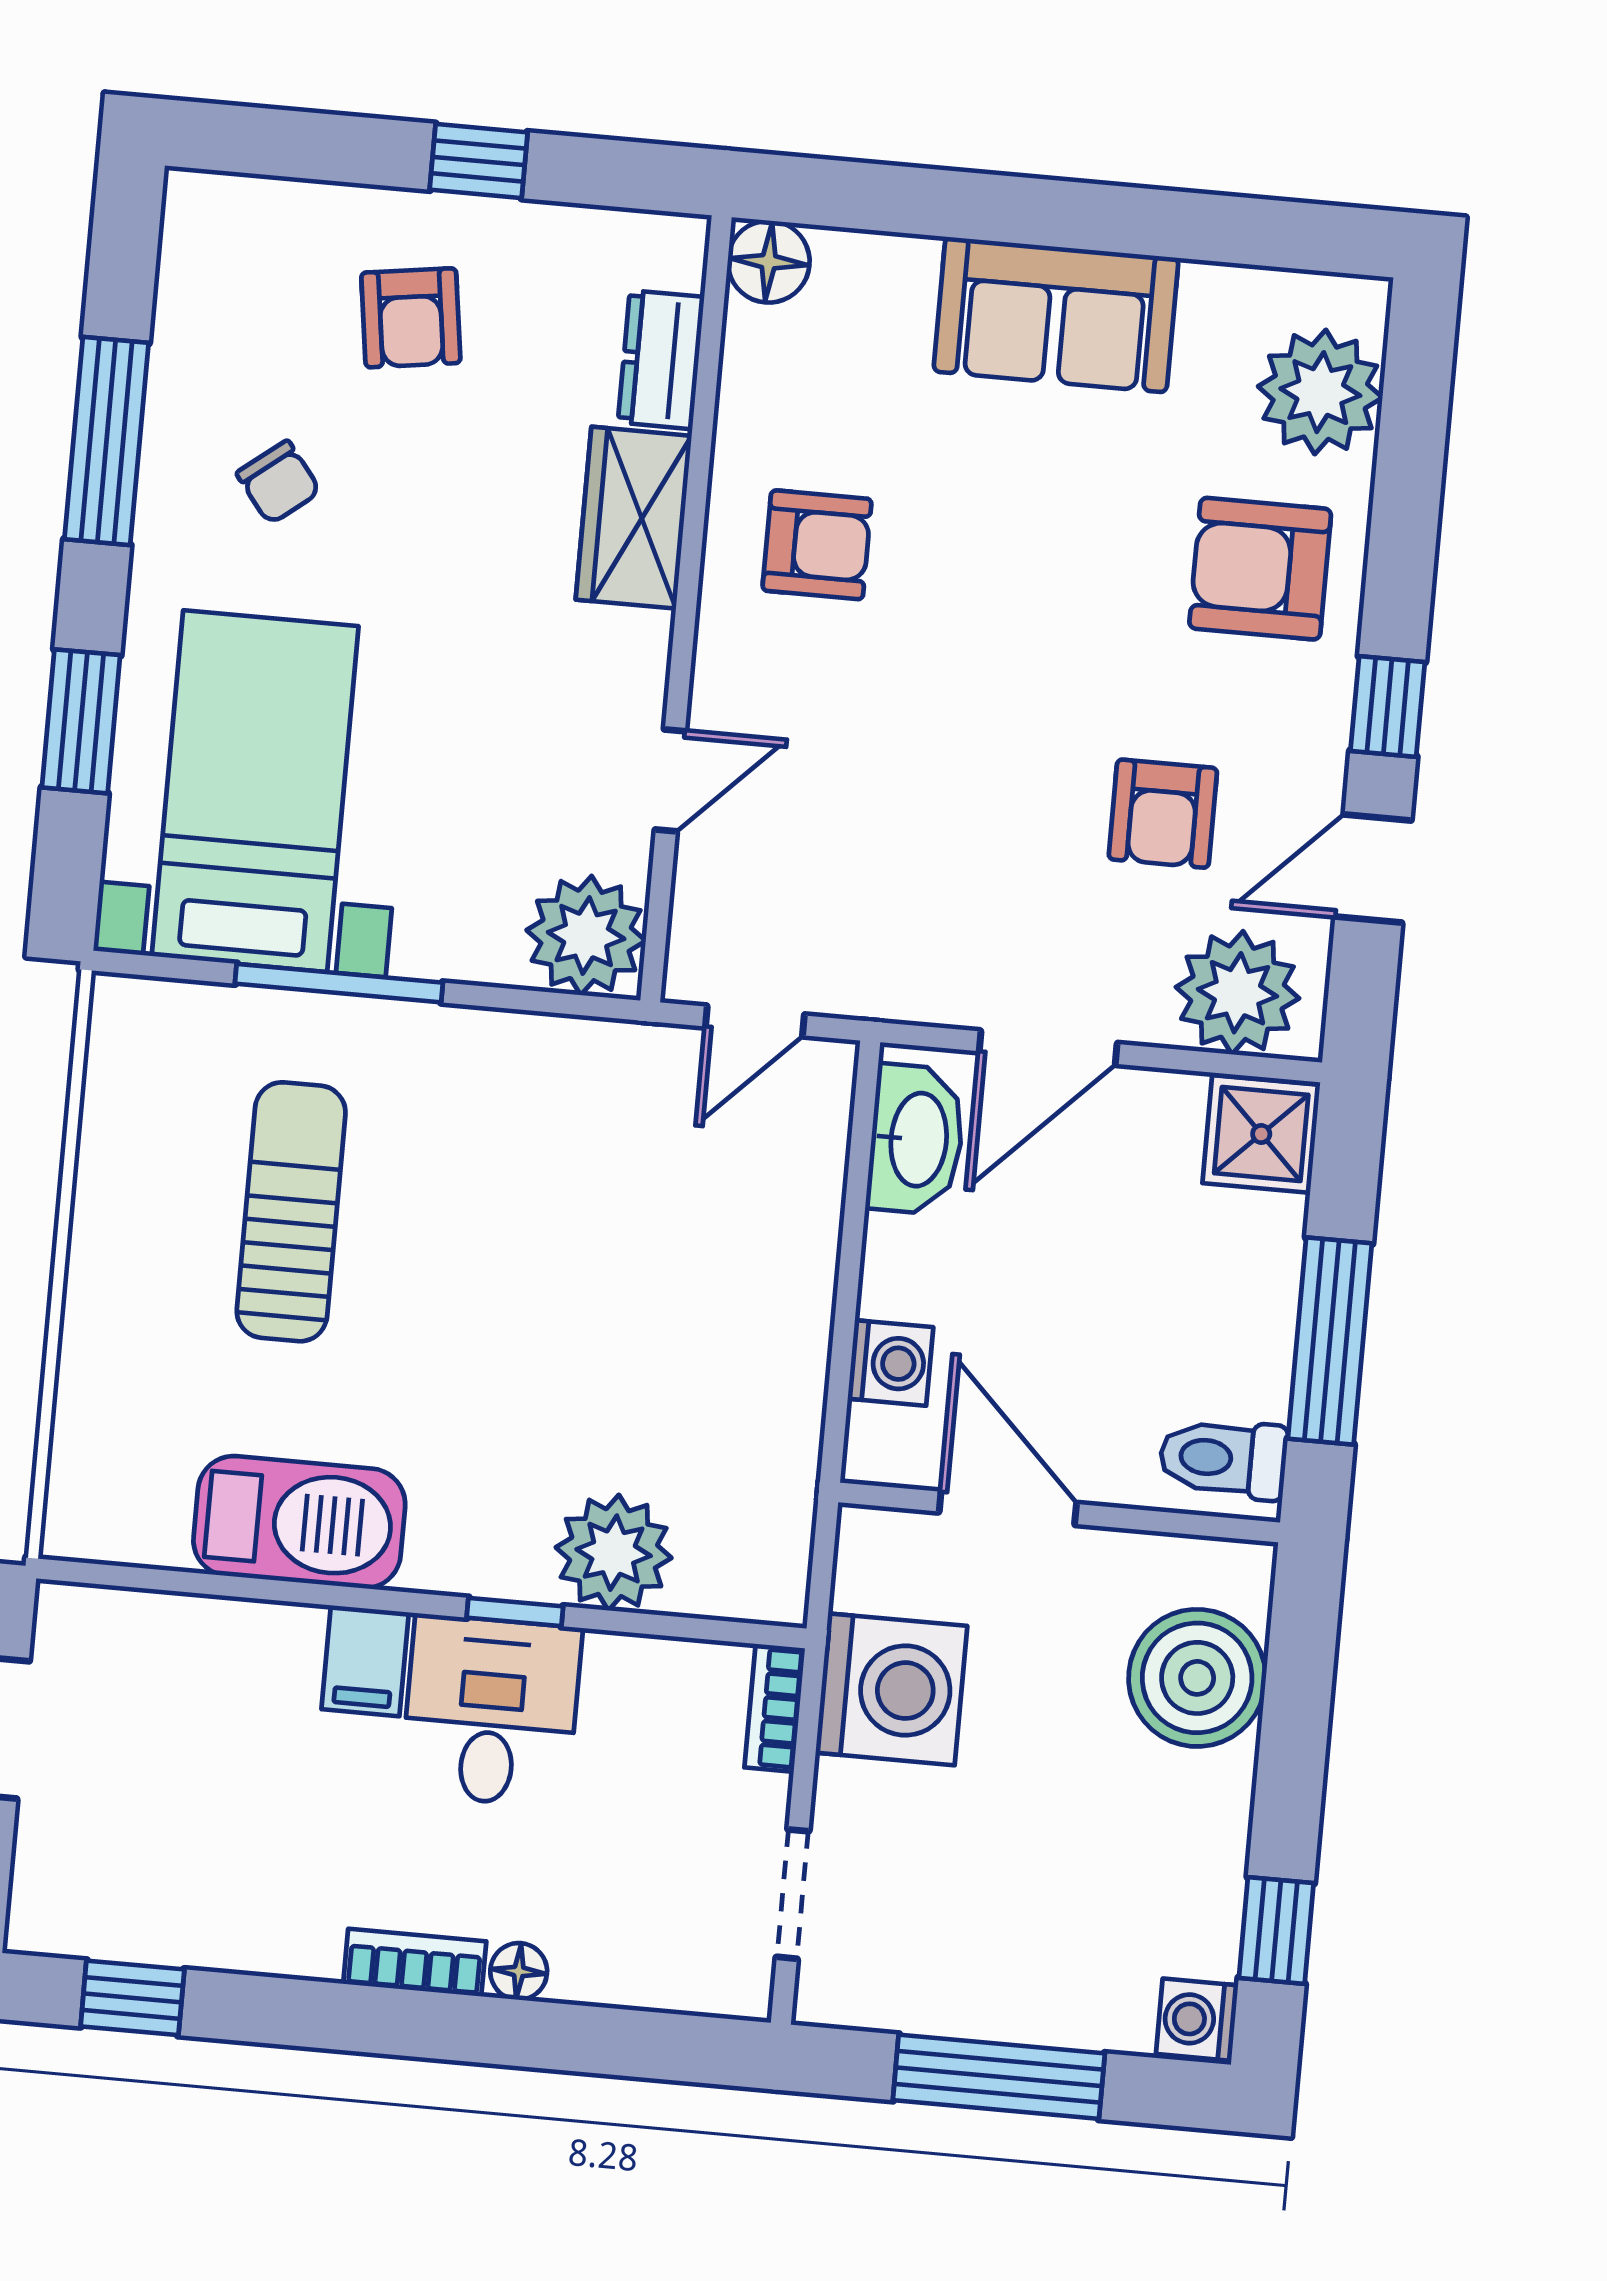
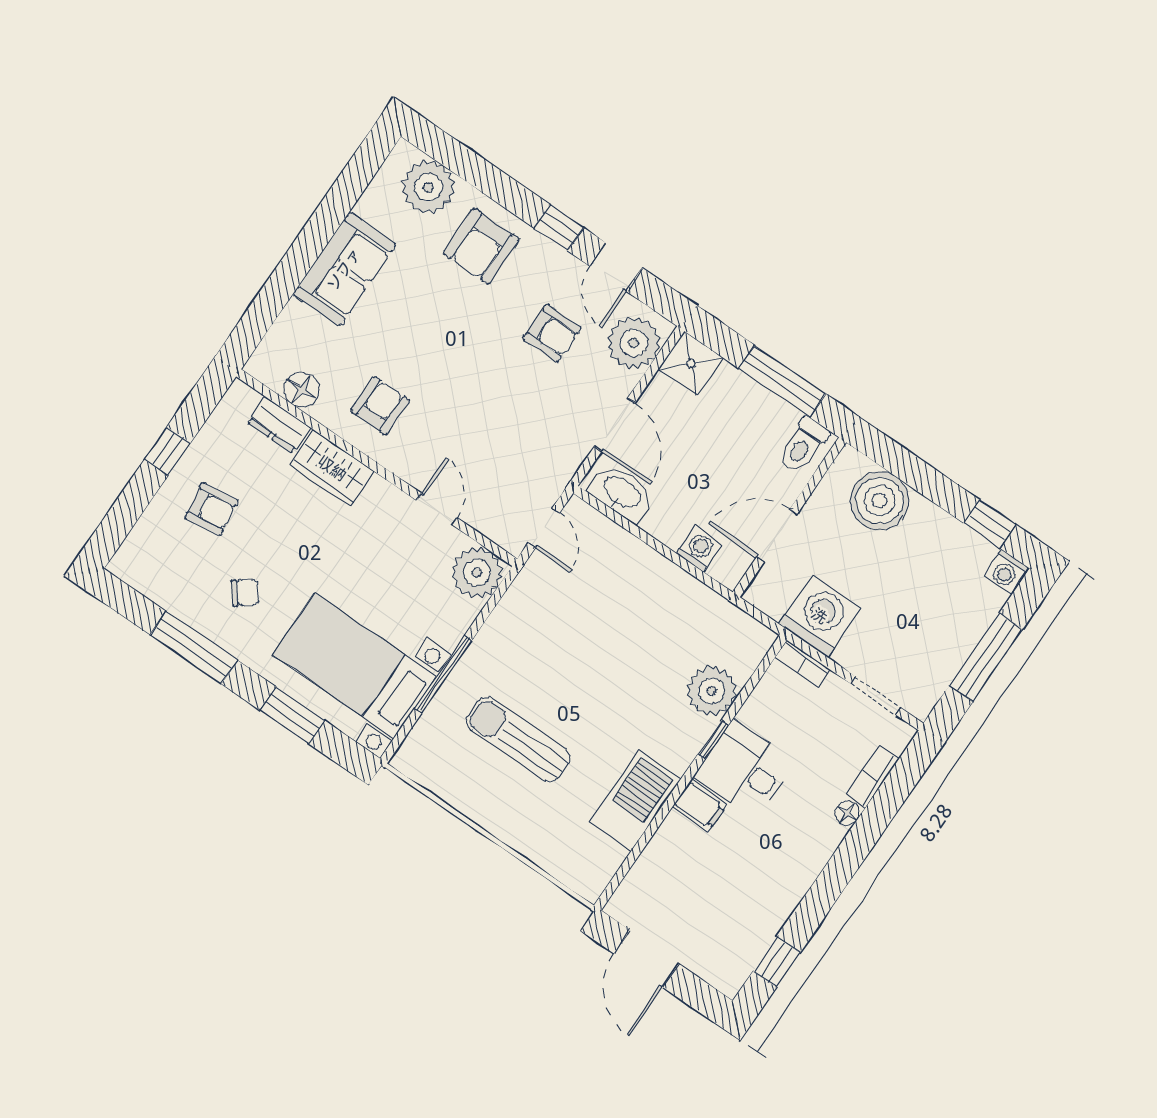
floor lamp: (769, 262) -> (301, 390), moved
bookcase: (415, 1963) -> (873, 777), moved

